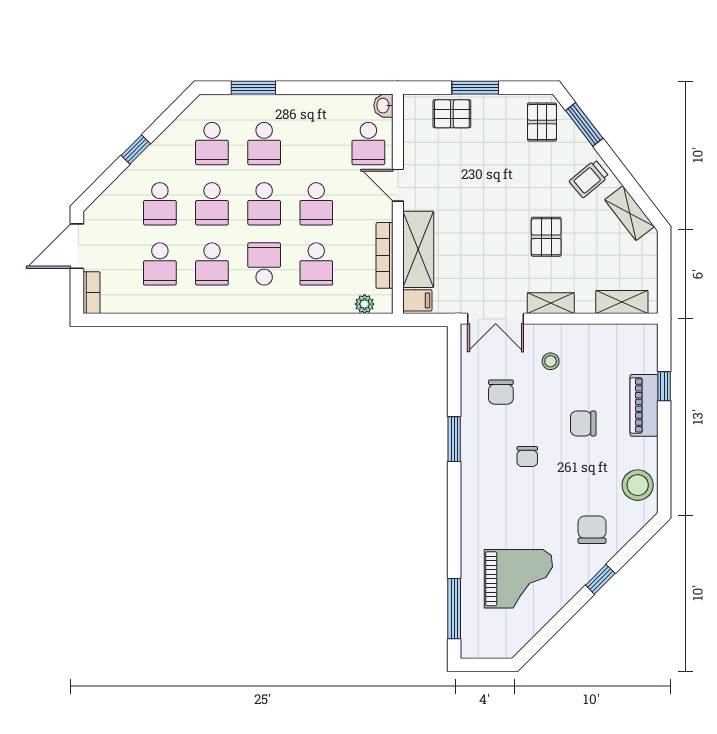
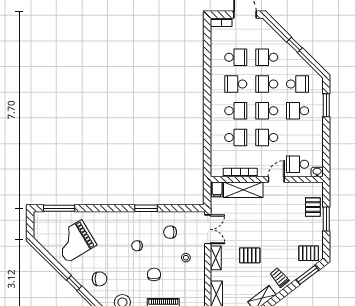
school desk: (212, 144) -> (298, 84), turned 180
school desk: (160, 264) -> (236, 57), turned 180
school desk: (316, 264) -> (236, 137), turned 180
plant: (365, 304) -> (215, 162), removed
double door: (496, 319) -> (208, 229), swing flipped
grand piano: (518, 579) -> (74, 241), turned 59

